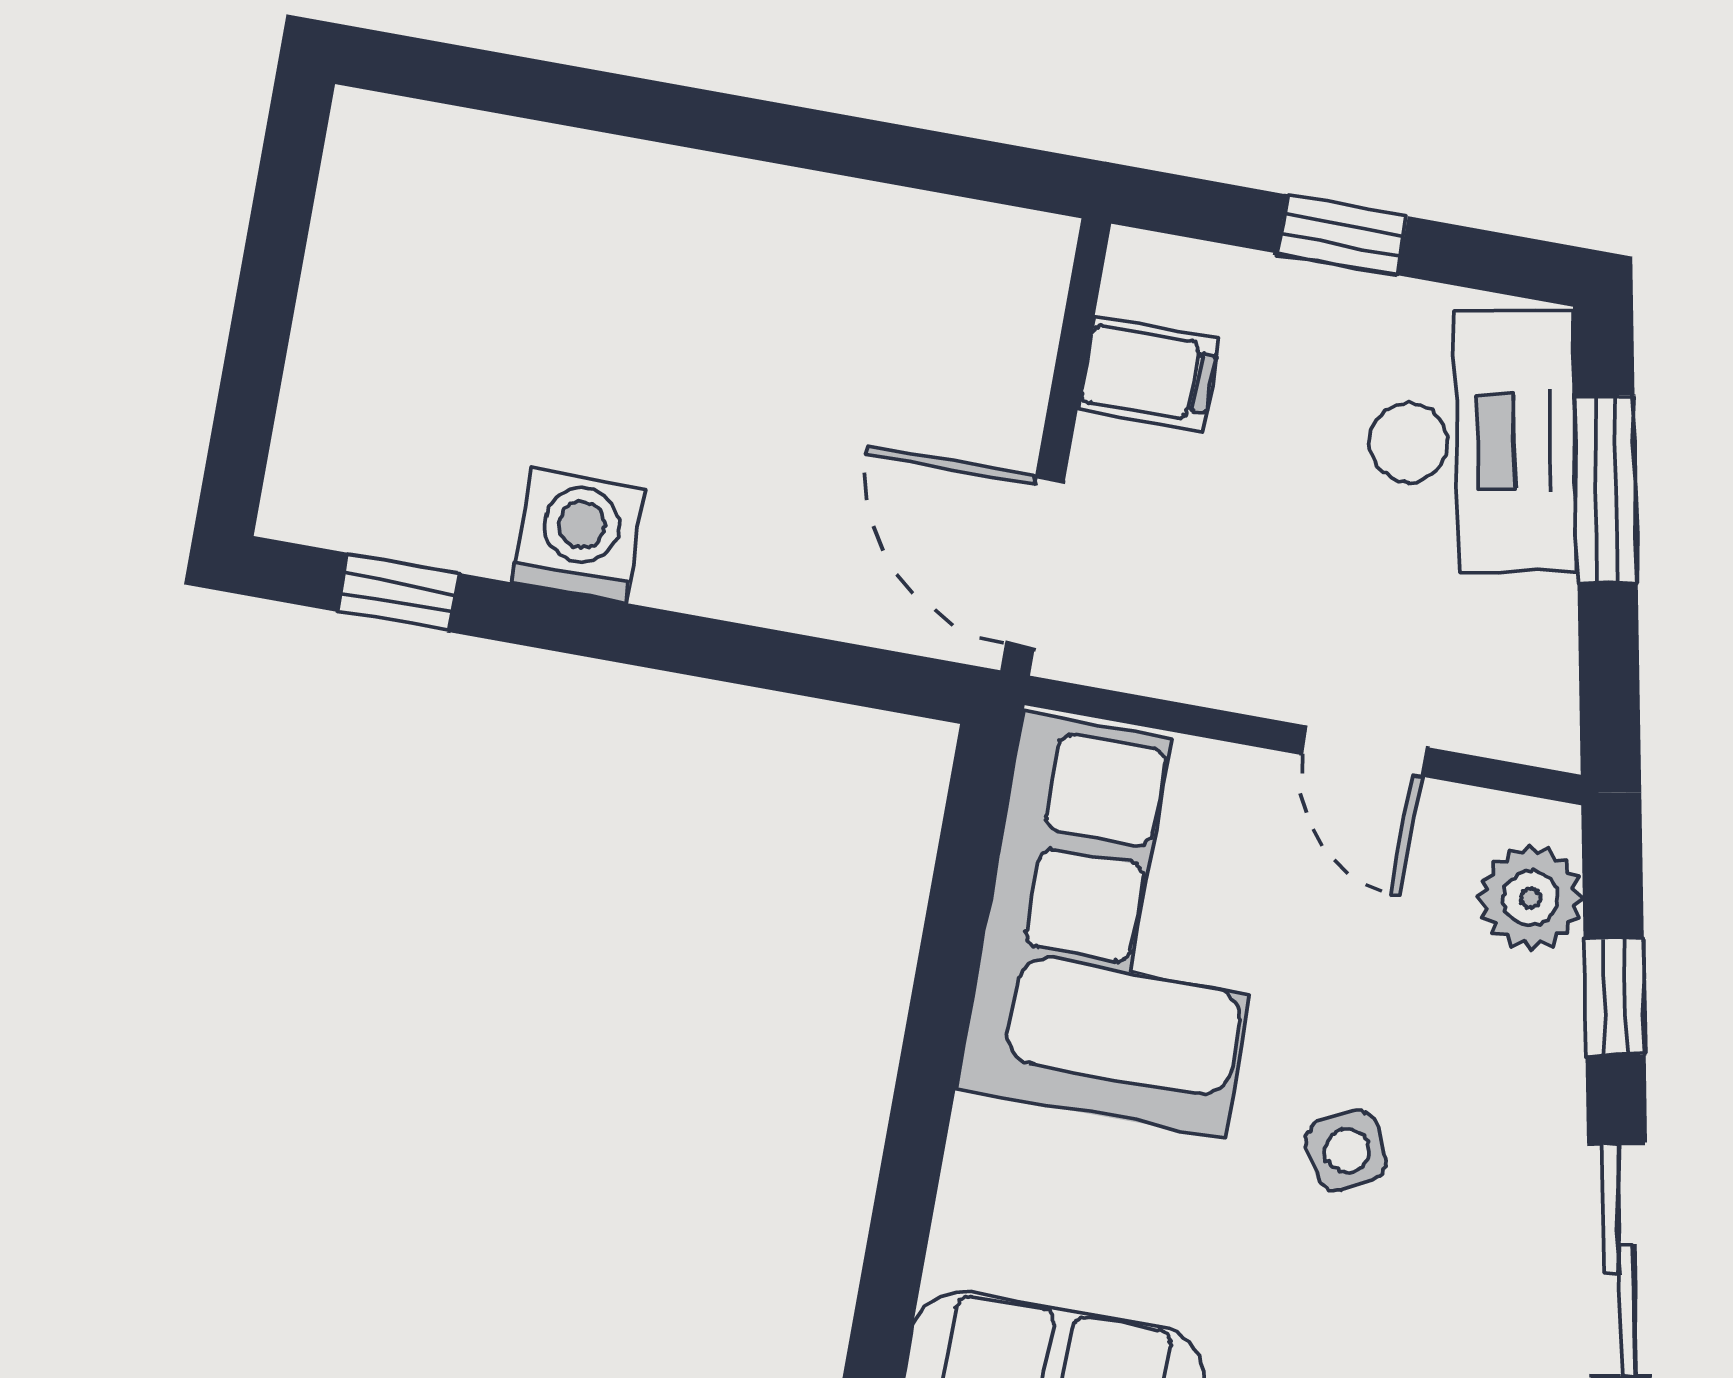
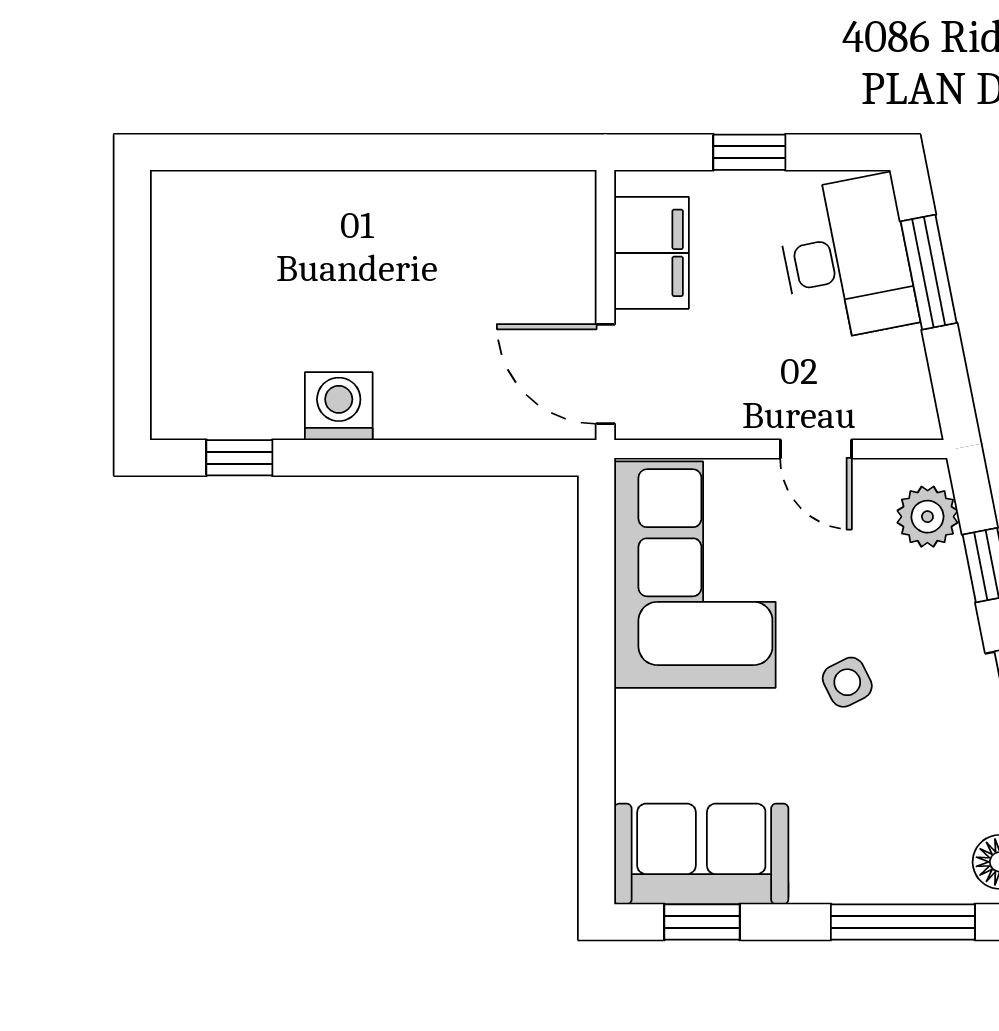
filing cabinet: (1148, 374) -> (652, 253), width x2.00

